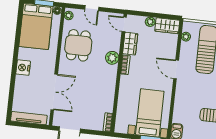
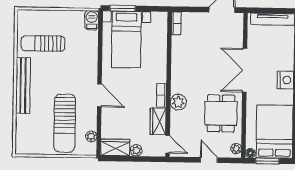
double door: (54, 92) -> (245, 70), moved

